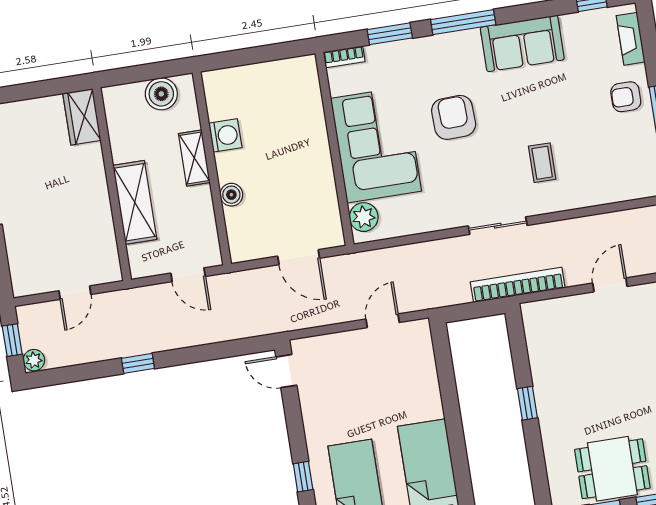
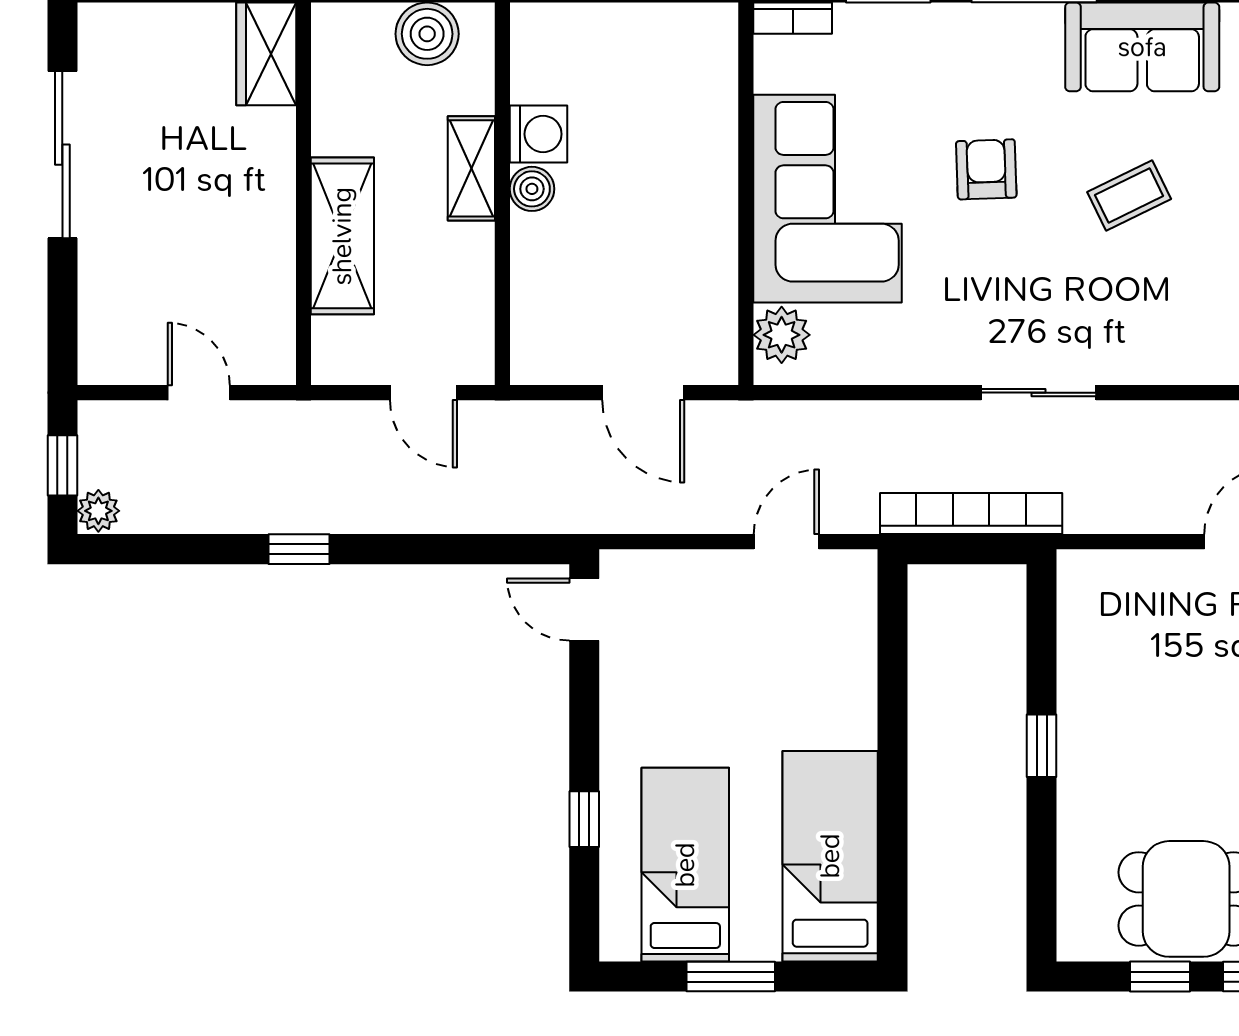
armchair: (454, 117) -> (986, 169), width x0.72, depth x0.72
coffee table: (542, 163) -> (1129, 196), moved, turned 64
boiler: (231, 195) -> (532, 189), moved
bookcase: (518, 285) -> (971, 514), moved
door: (75, 293) -> (199, 393), swing flipped

